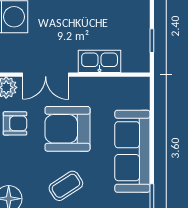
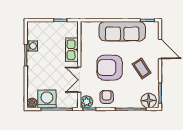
double door: (46, 75) -> (79, 80), swing flipped
armchair: (67, 129) -> (110, 68), turned 90

